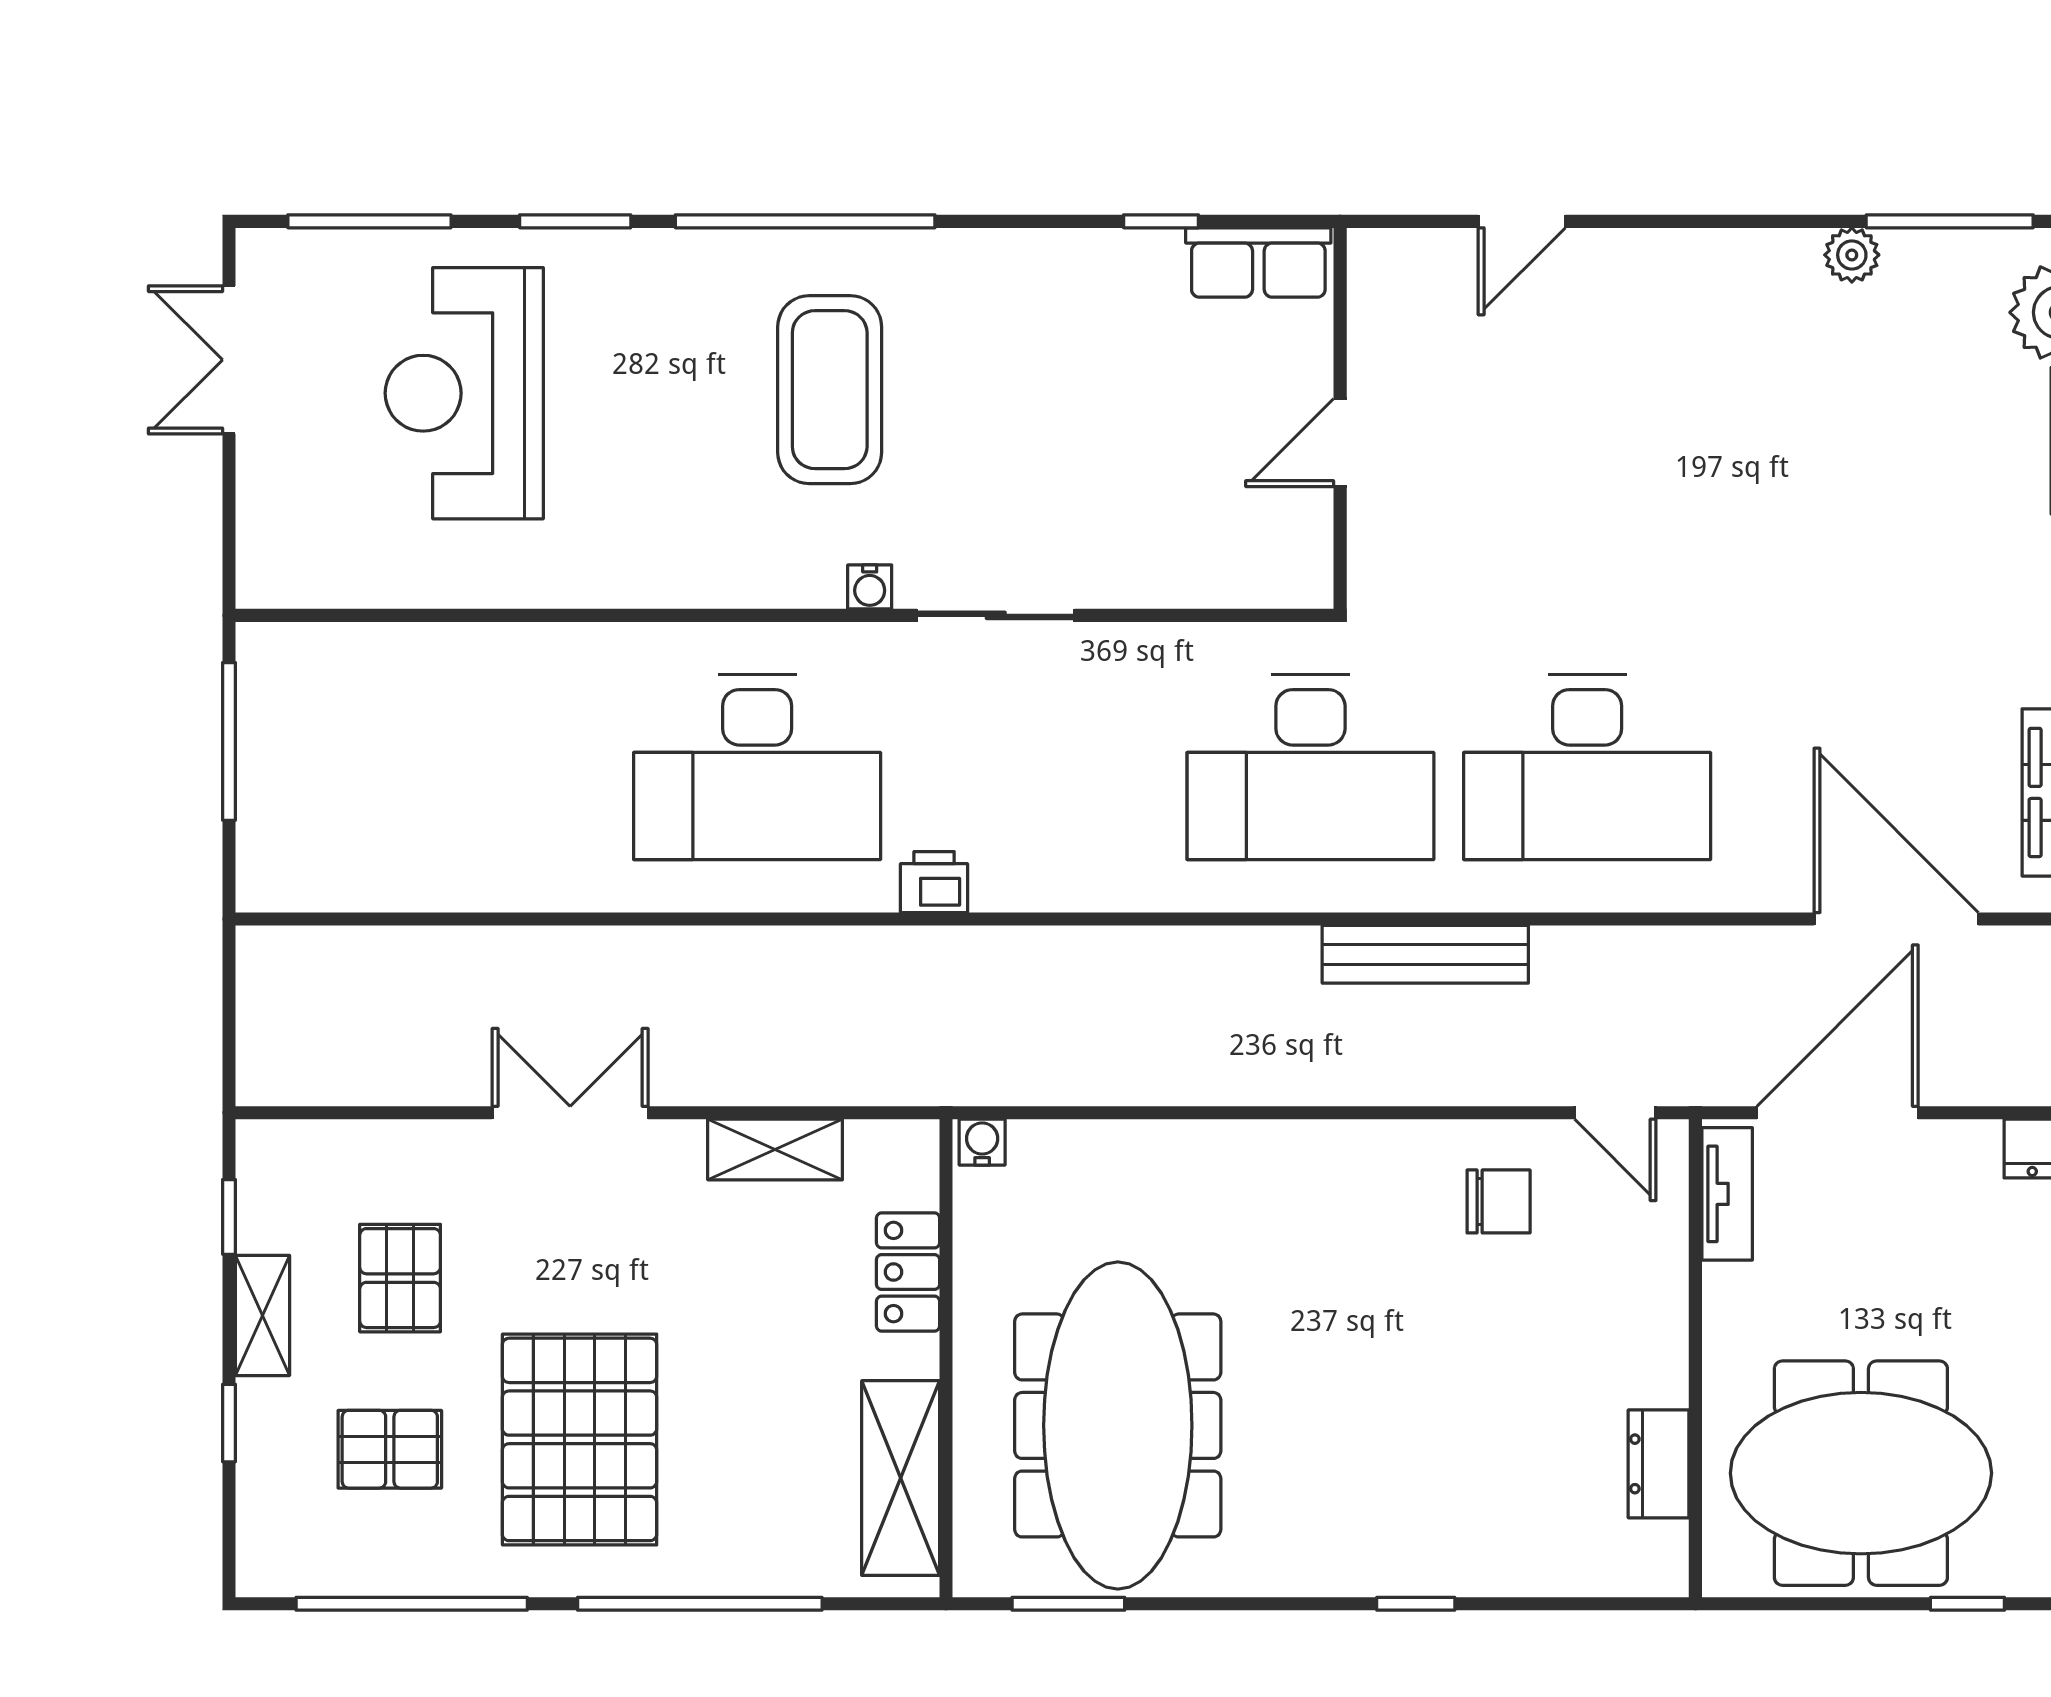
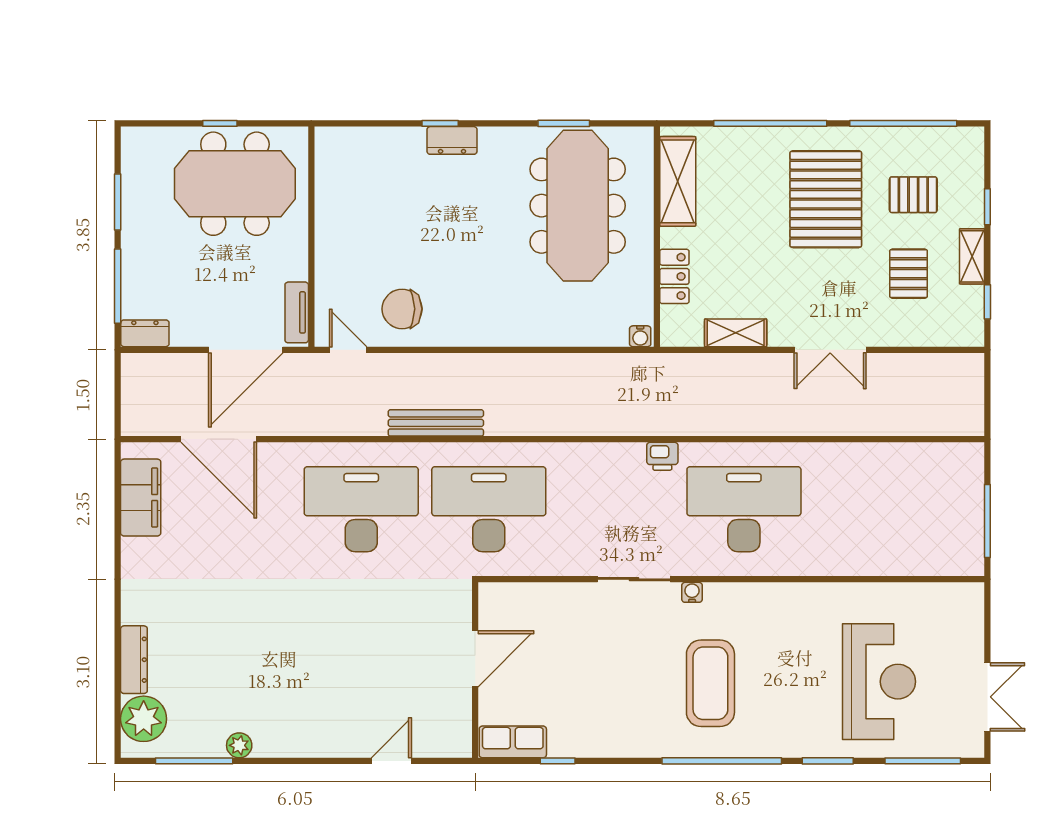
door: (1340, 443) -> (475, 659), width x1.38
chair: (1499, 1201) -> (402, 309), width x1.37, depth x1.37
dresser: (1659, 1464) -> (452, 140), moved, turned 90
window: (1068, 1604) -> (564, 123), moved
window: (1967, 1604) -> (220, 123), moved

